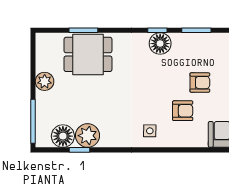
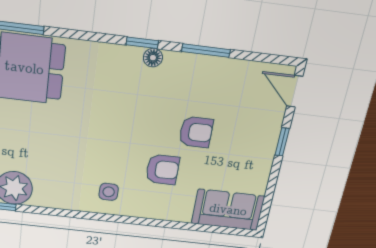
floor lamp: (160, 44) -> (153, 58), width x0.53, depth x0.53

